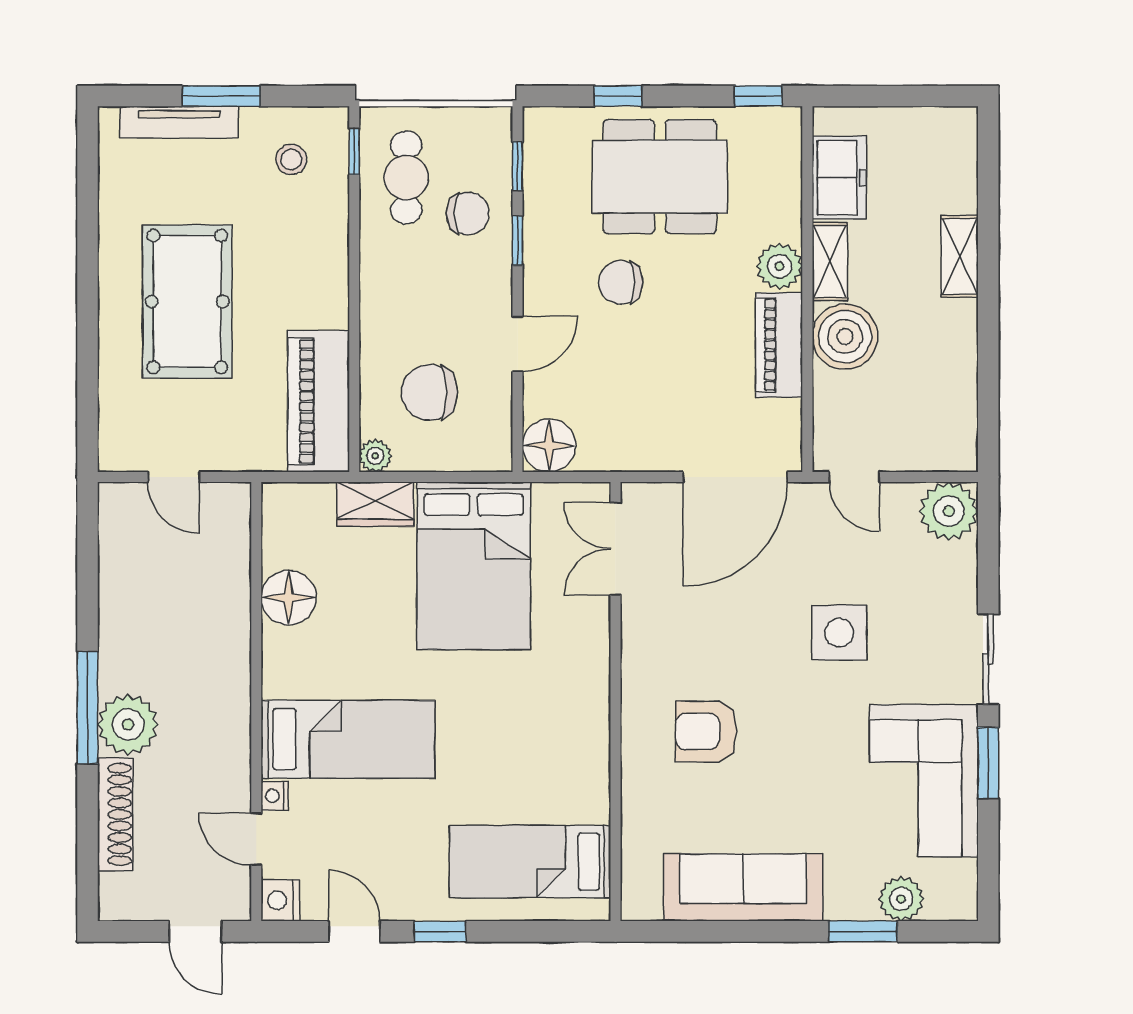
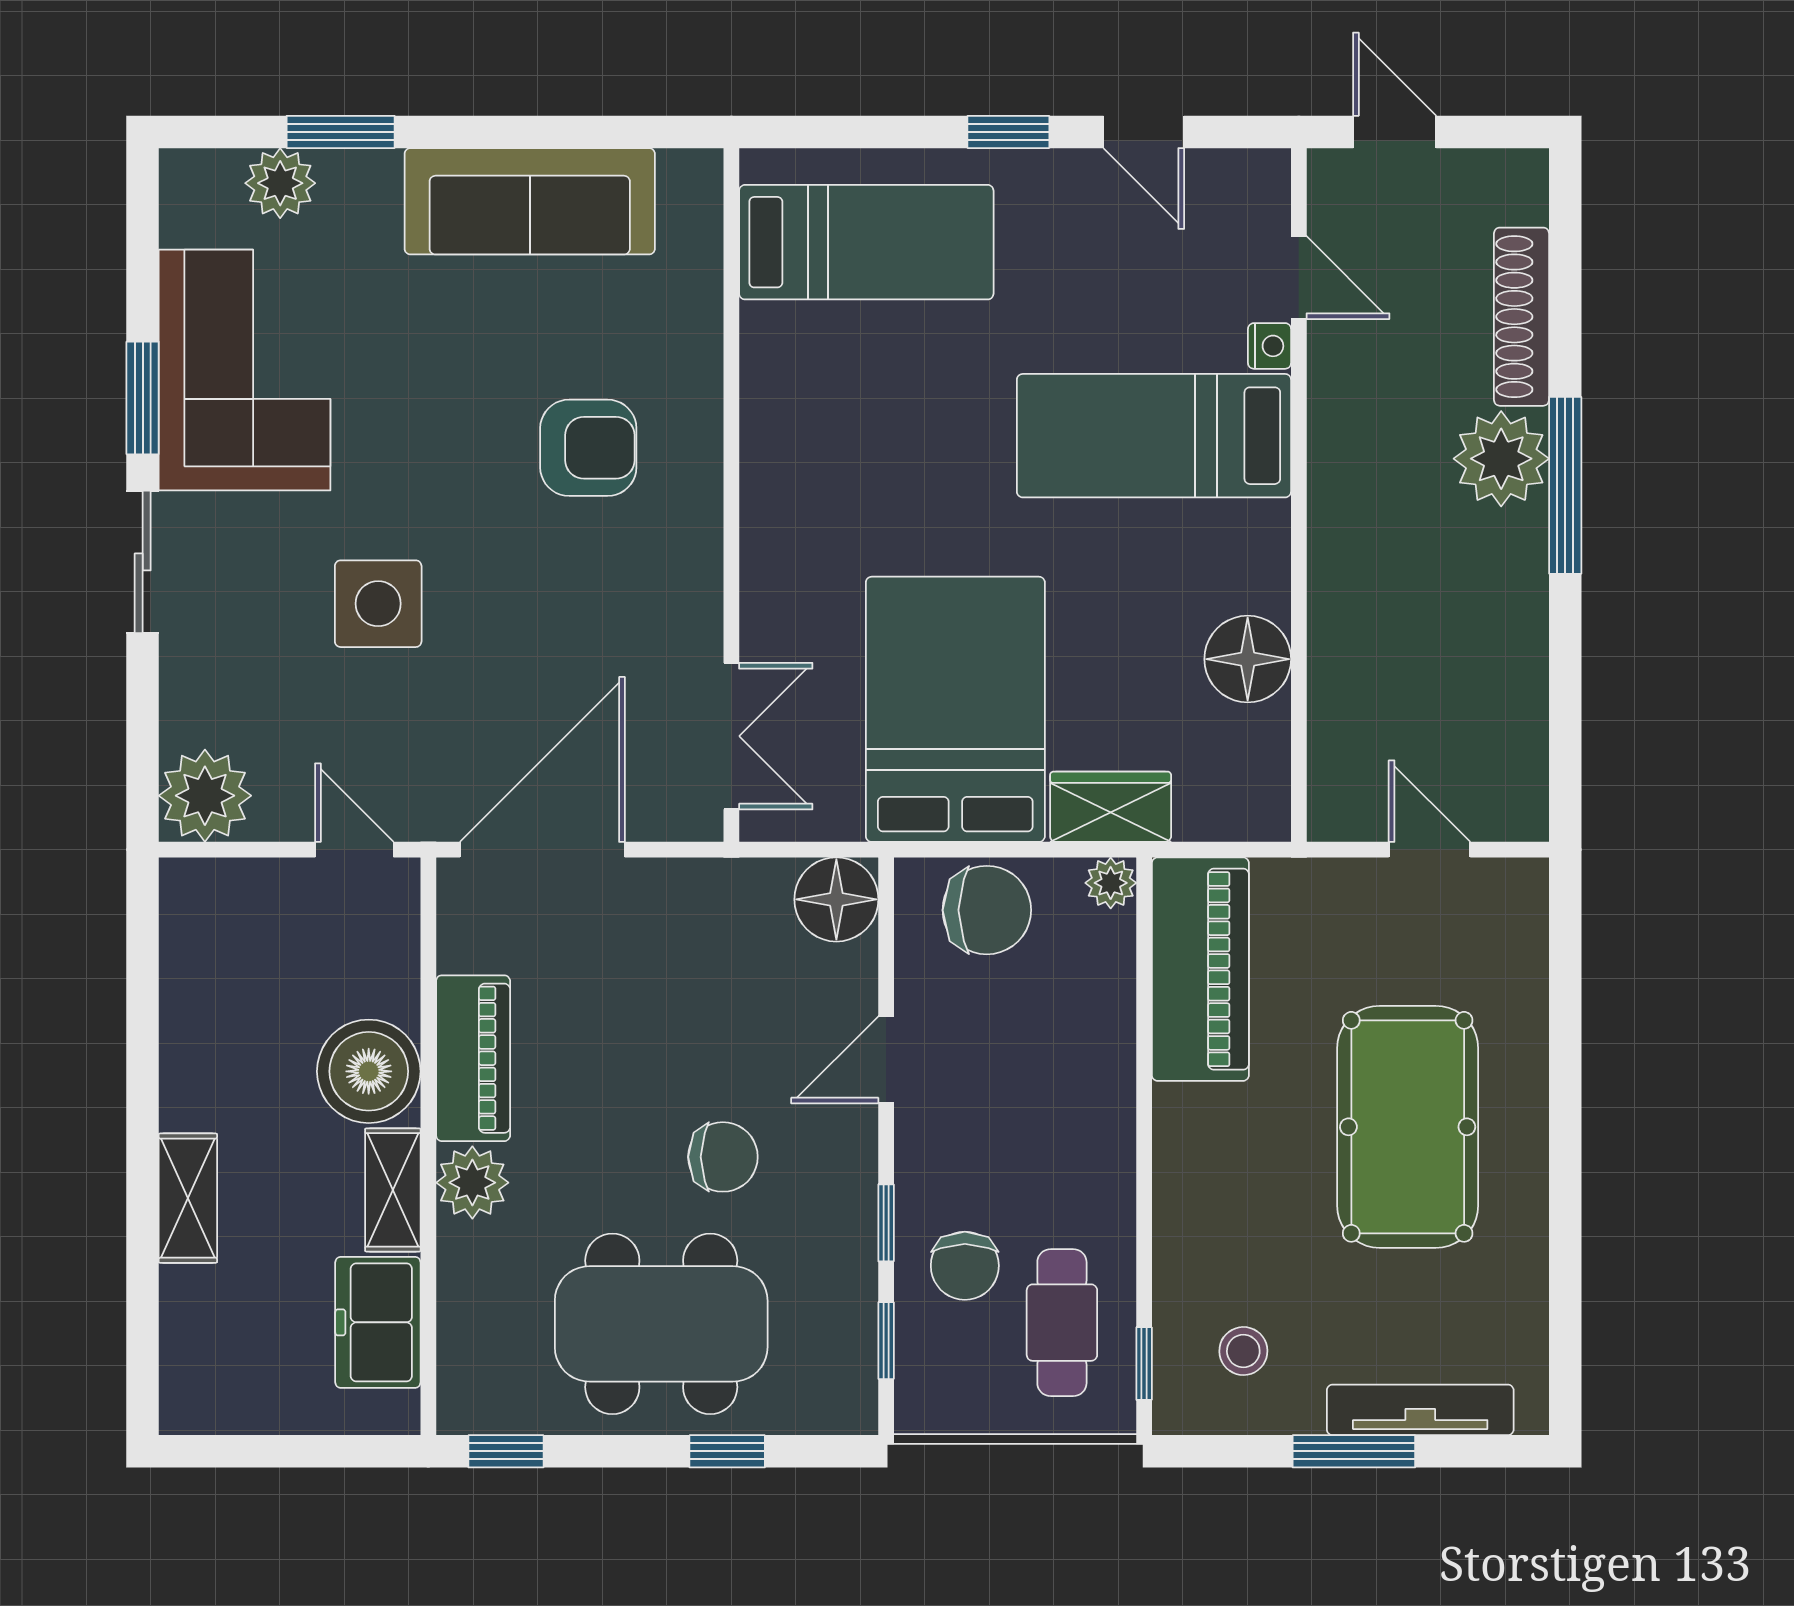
chair: (468, 213) -> (965, 1266), turned -90
chair: (429, 392) -> (987, 910), moved
nightstand: (280, 900) -> (1261, 181), removed

